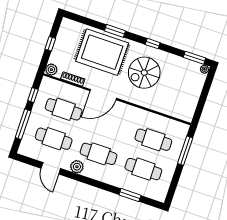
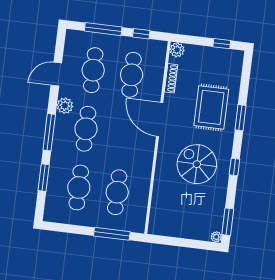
window: (50, 44) -> (222, 44), moved
rug: (102, 52) -> (211, 107), width x0.73, depth x0.69
window: (95, 183) -> (49, 132), added

